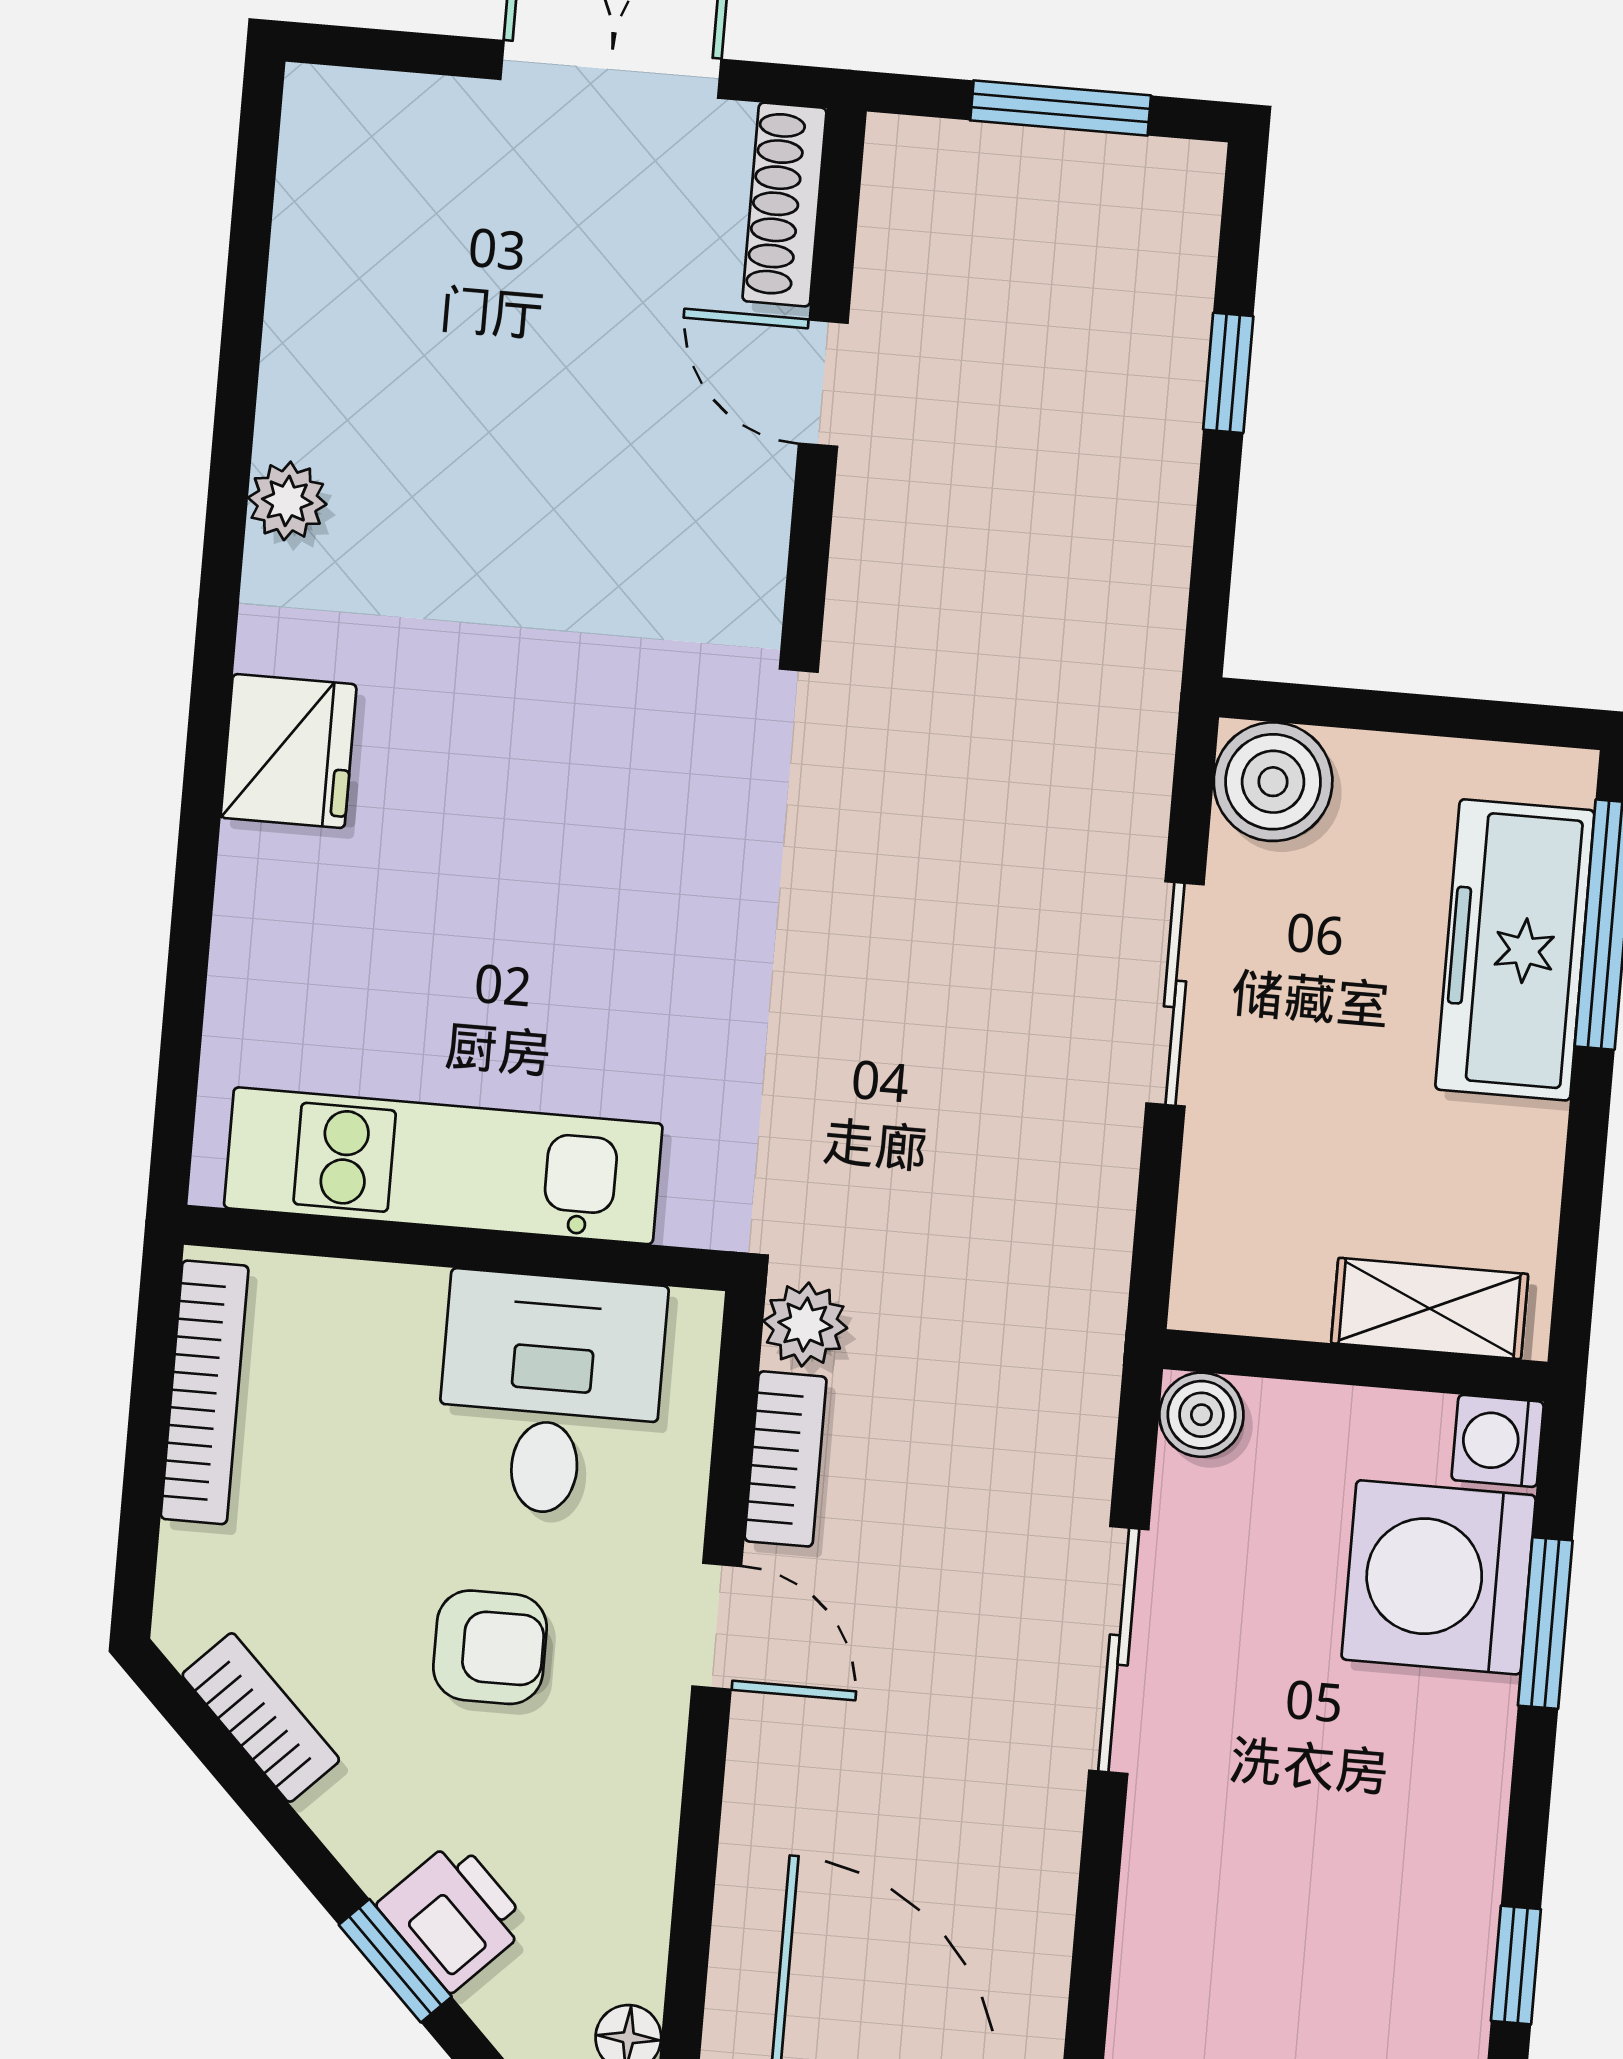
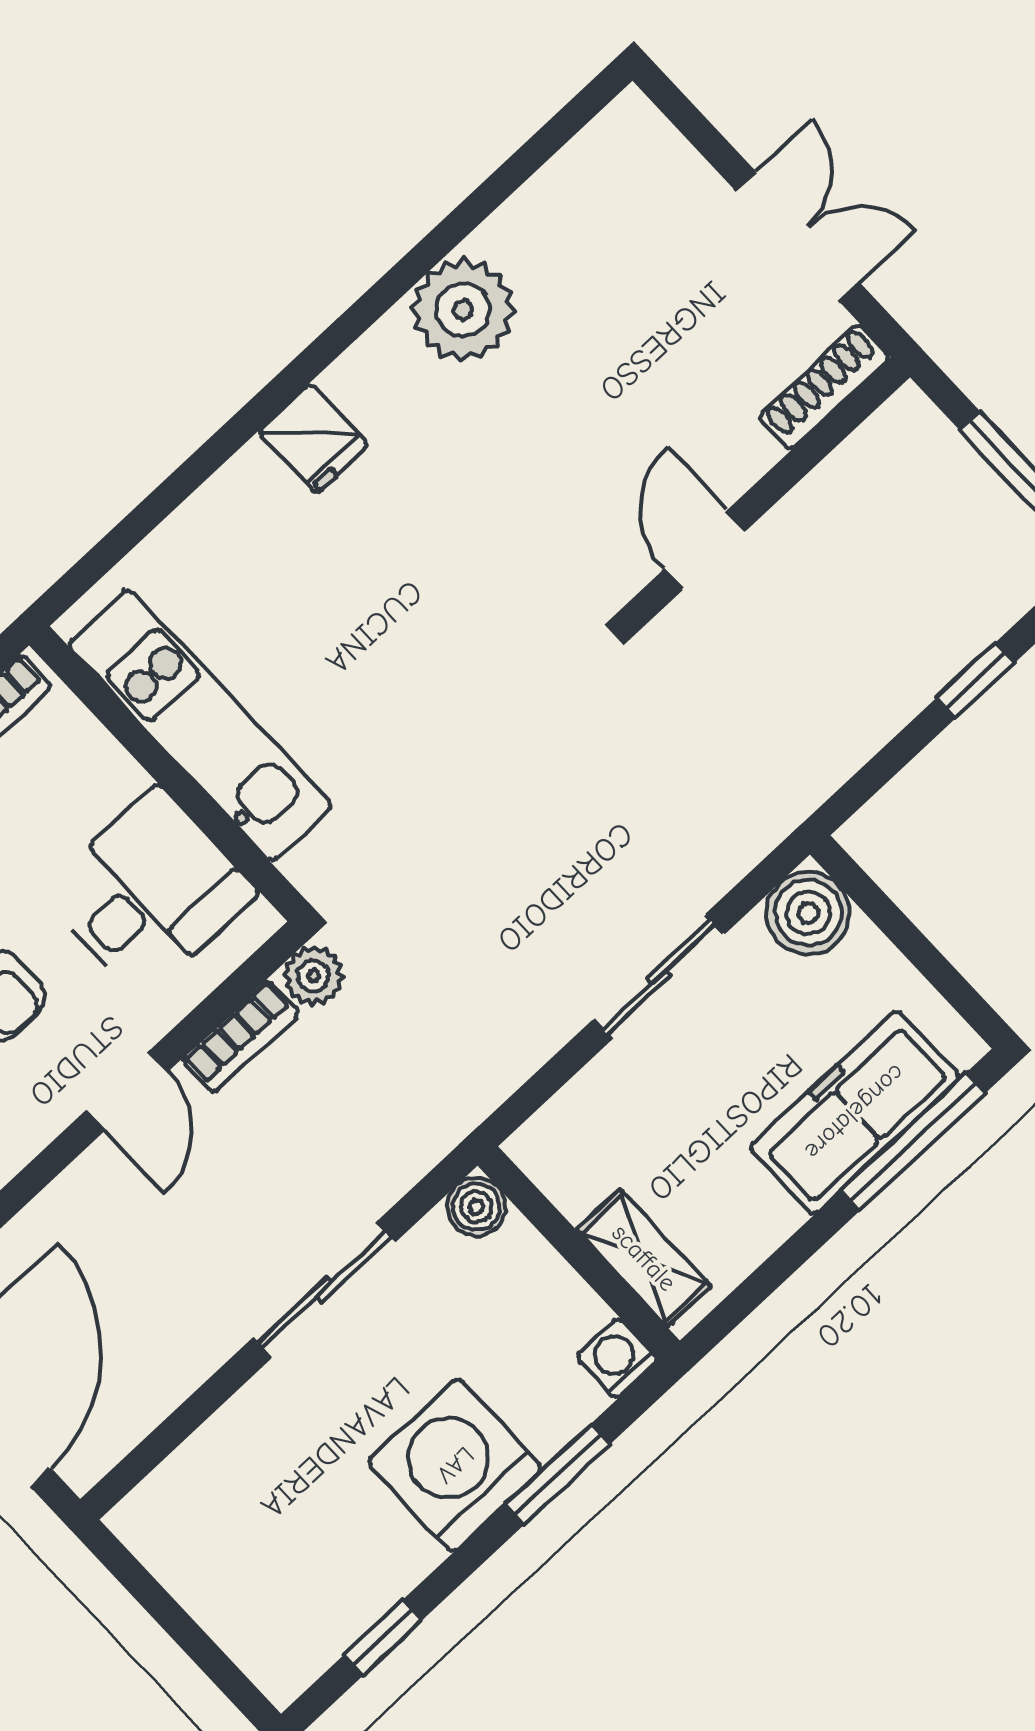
door: (823, 383) -> (705, 550), moved
plant: (287, 501) -> (463, 310), width x1.87, depth x1.87
fridge: (289, 751) -> (313, 439), width x0.72
washing machine: (1439, 1577) -> (455, 1465), moved

